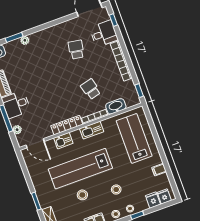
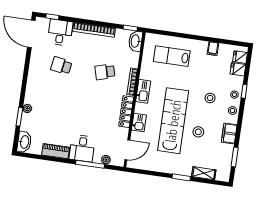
washbasin: (116, 106) -> (135, 41), moved
lab bench: (134, 138) -> (172, 56), width x0.73, depth x0.72
lab bench: (80, 169) -> (173, 121), turned 180

